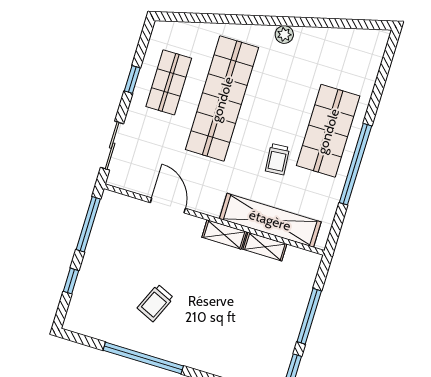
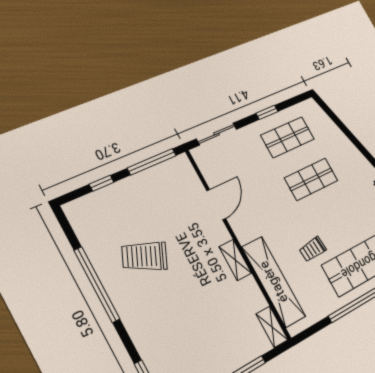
shop shelf: (222, 99) -> (311, 179), width x0.50, depth x0.74
shelving: (265, 247) -> (272, 327), moved
trolley: (155, 303) -> (145, 256), width x1.36, depth x1.39

